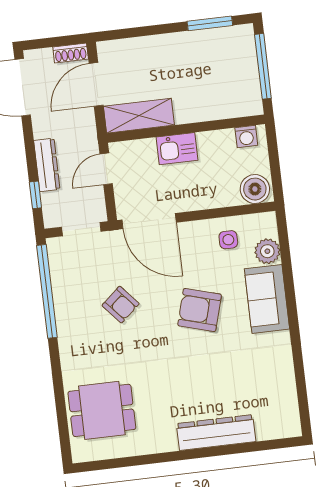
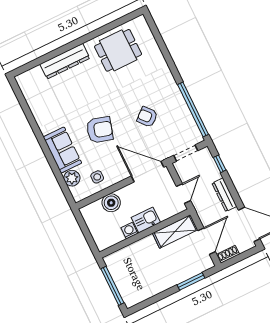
window: (210, 23) -> (191, 281), moved
washing machine: (246, 136) -> (129, 231), moved
dresser: (47, 165) -> (224, 195), moved
boiler: (255, 189) -> (111, 203), moved
dining table: (102, 410) -> (118, 50), moved

